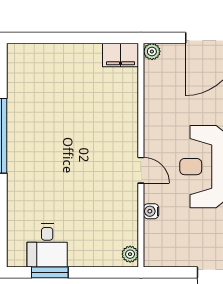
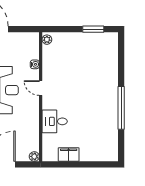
filing cabinet: (120, 55) -> (69, 155), moved
desk: (47, 246) -> (55, 121), moved, turned -90

